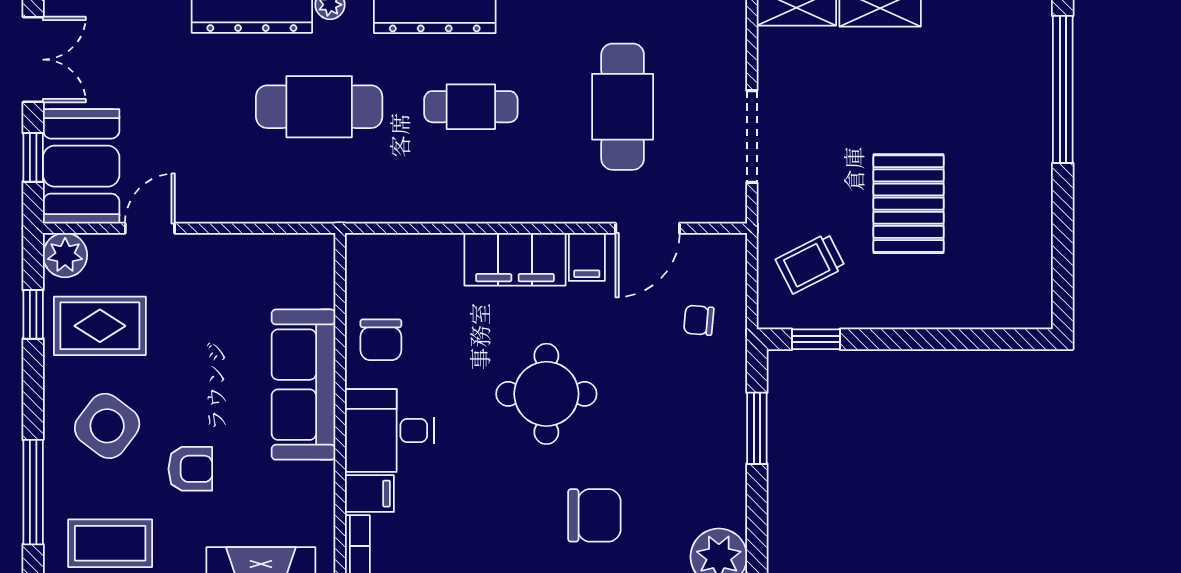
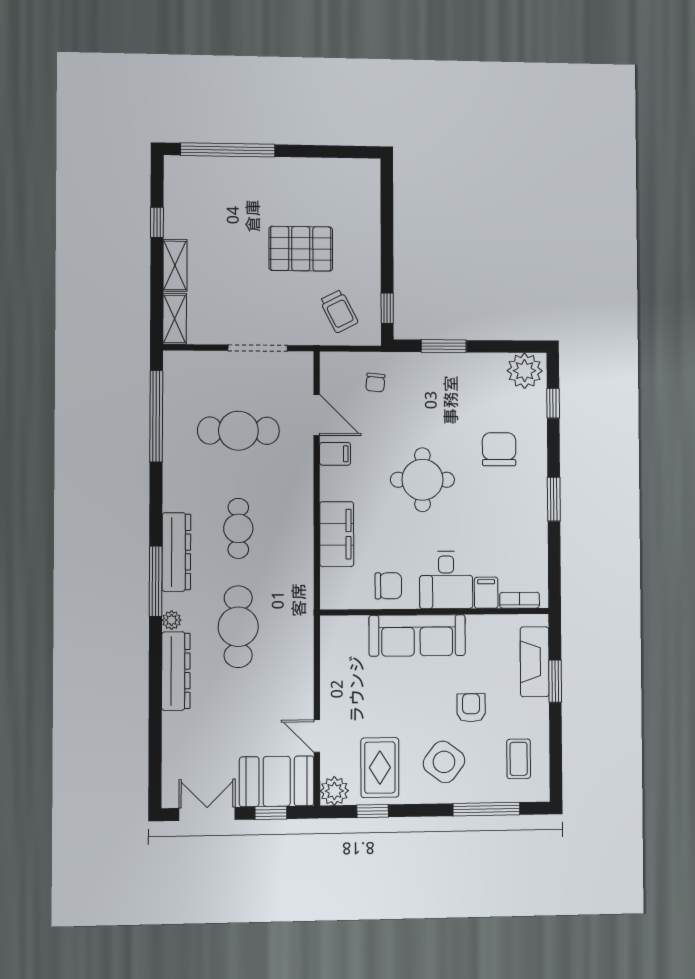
filing cabinet: (515, 259) -> (337, 534), moved
coffee table: (110, 543) -> (519, 759), width x0.73, depth x0.77

